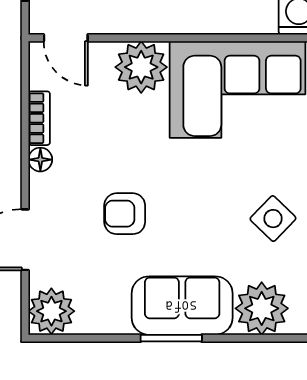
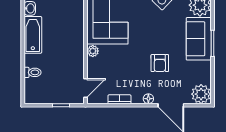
plant: (141, 67) -> (93, 51), width x0.53, depth x0.53
floor lamp: (40, 160) -> (148, 99), moved

